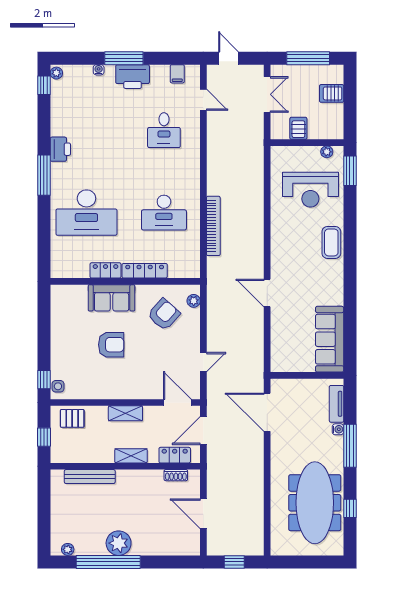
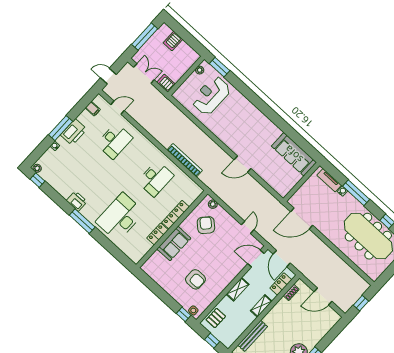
server rack: (298, 128) -> (166, 83), moved
desk: (164, 130) -> (115, 141), width x1.37
reception desk: (310, 190) -> (211, 95), turned 180
desk: (86, 213) -> (120, 217), turned 180
coffee table: (331, 242) -> (247, 109), removed
armchair: (111, 345) -> (195, 279), moved, turned 90

